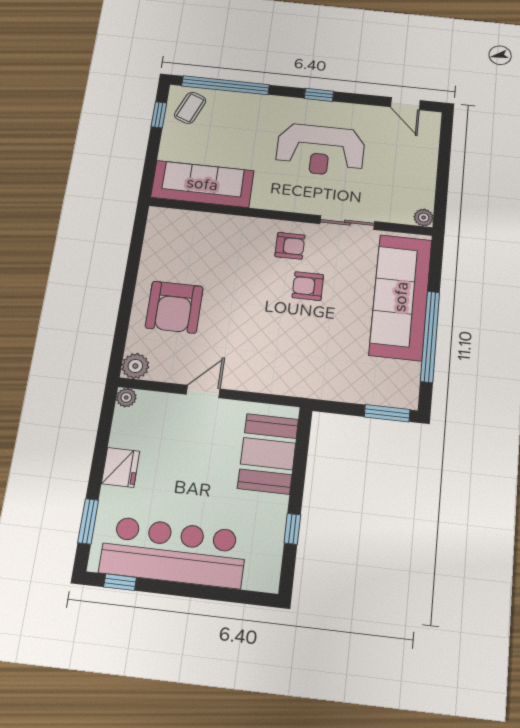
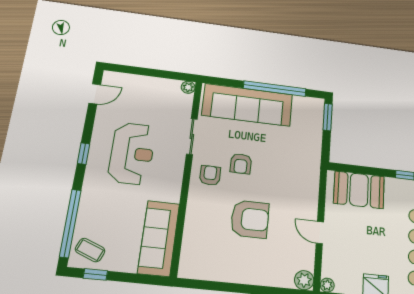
armchair: (174, 307) -> (250, 219), moved

